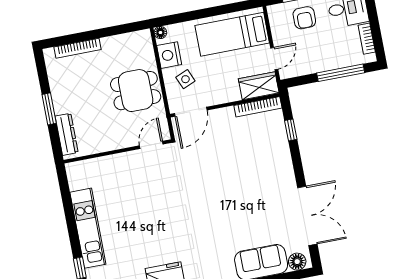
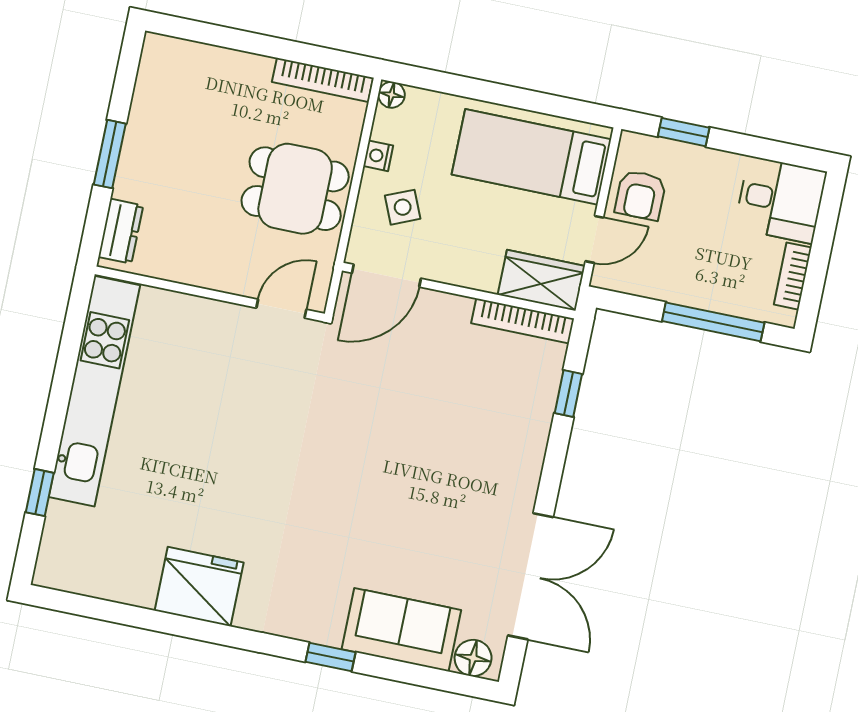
armchair: (304, 18) -> (640, 195), moved
bookcase: (77, 48) -> (323, 80), moved
nightstand: (169, 55) -> (378, 156), width x0.53, depth x0.56
dresser: (67, 134) -> (121, 231), width x0.70
kitchen unit: (88, 228) -> (94, 391), width x1.36

